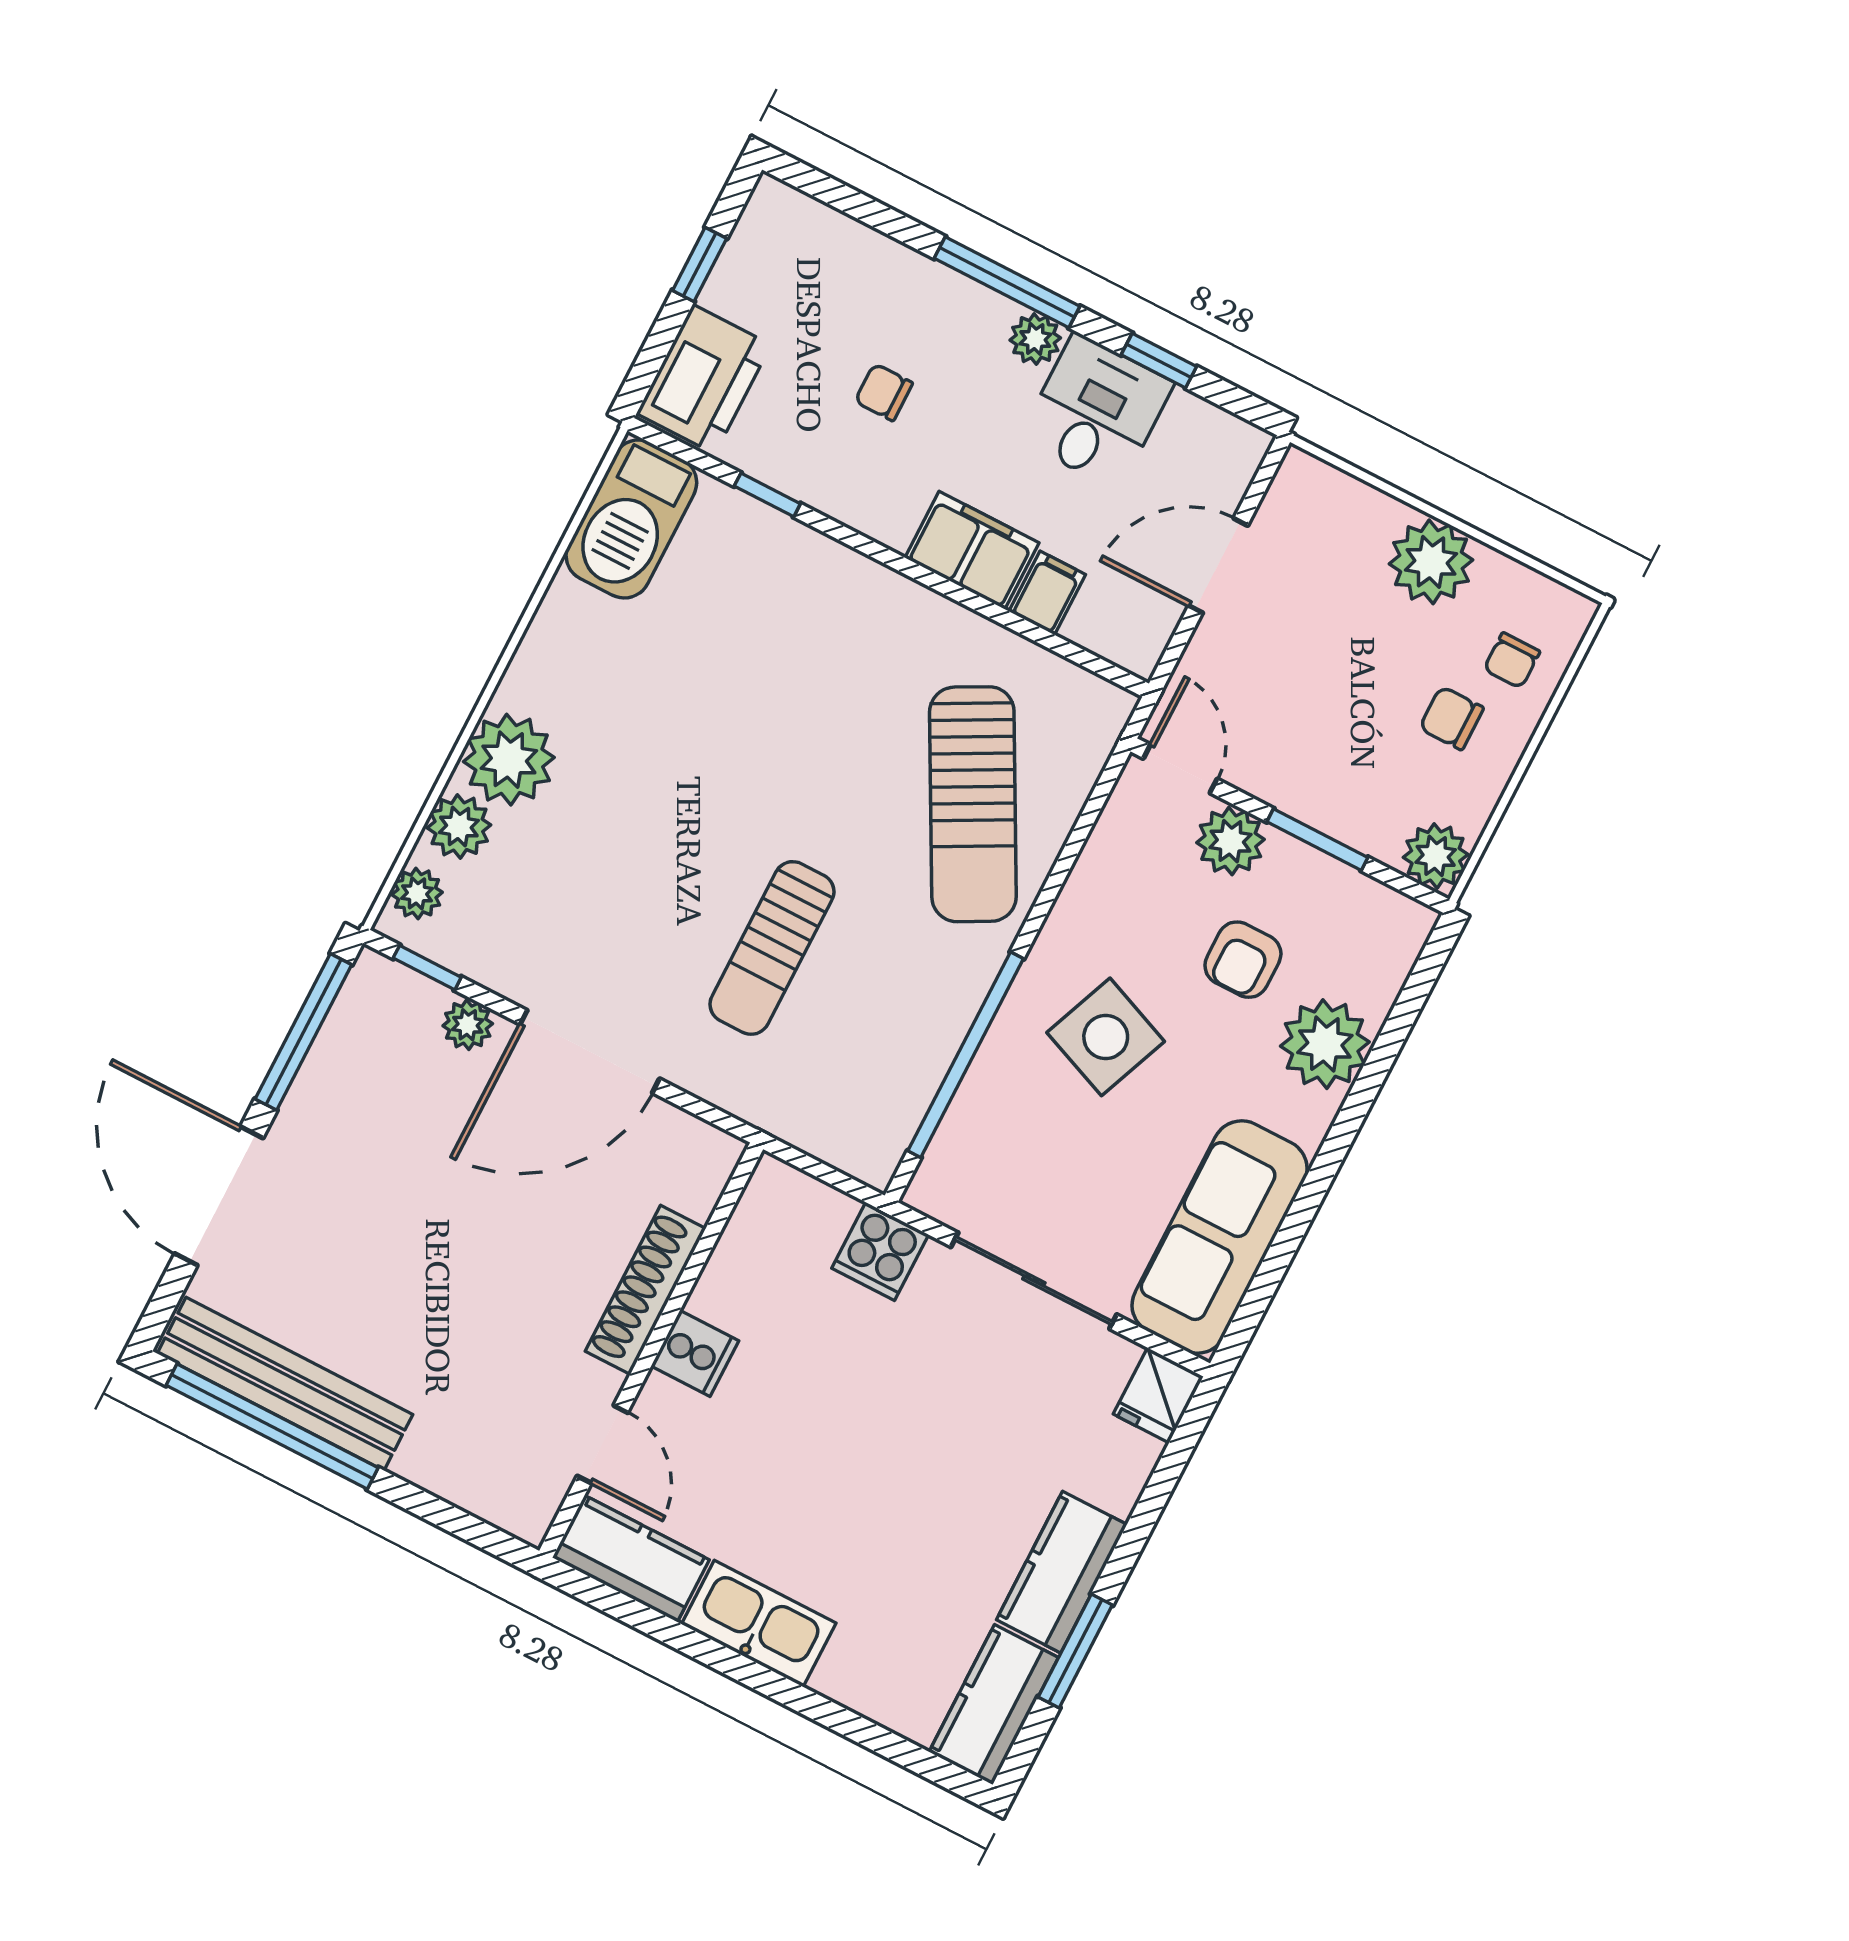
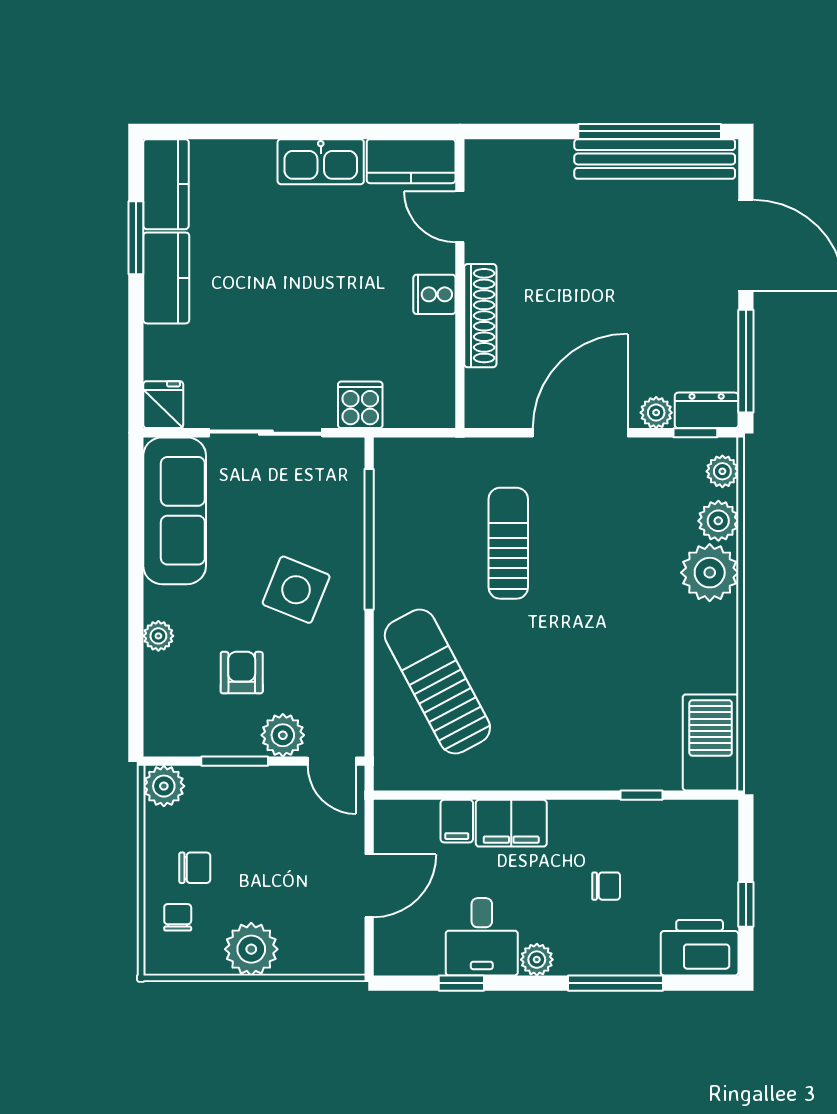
window: (1007, 282) -> (615, 983), moved
printer: (704, 379) -> (700, 948), moved, turned 90
dresser: (395, 991) -> (707, 410), added
plant: (1325, 1044) -> (158, 636), width x0.53, depth x0.53

